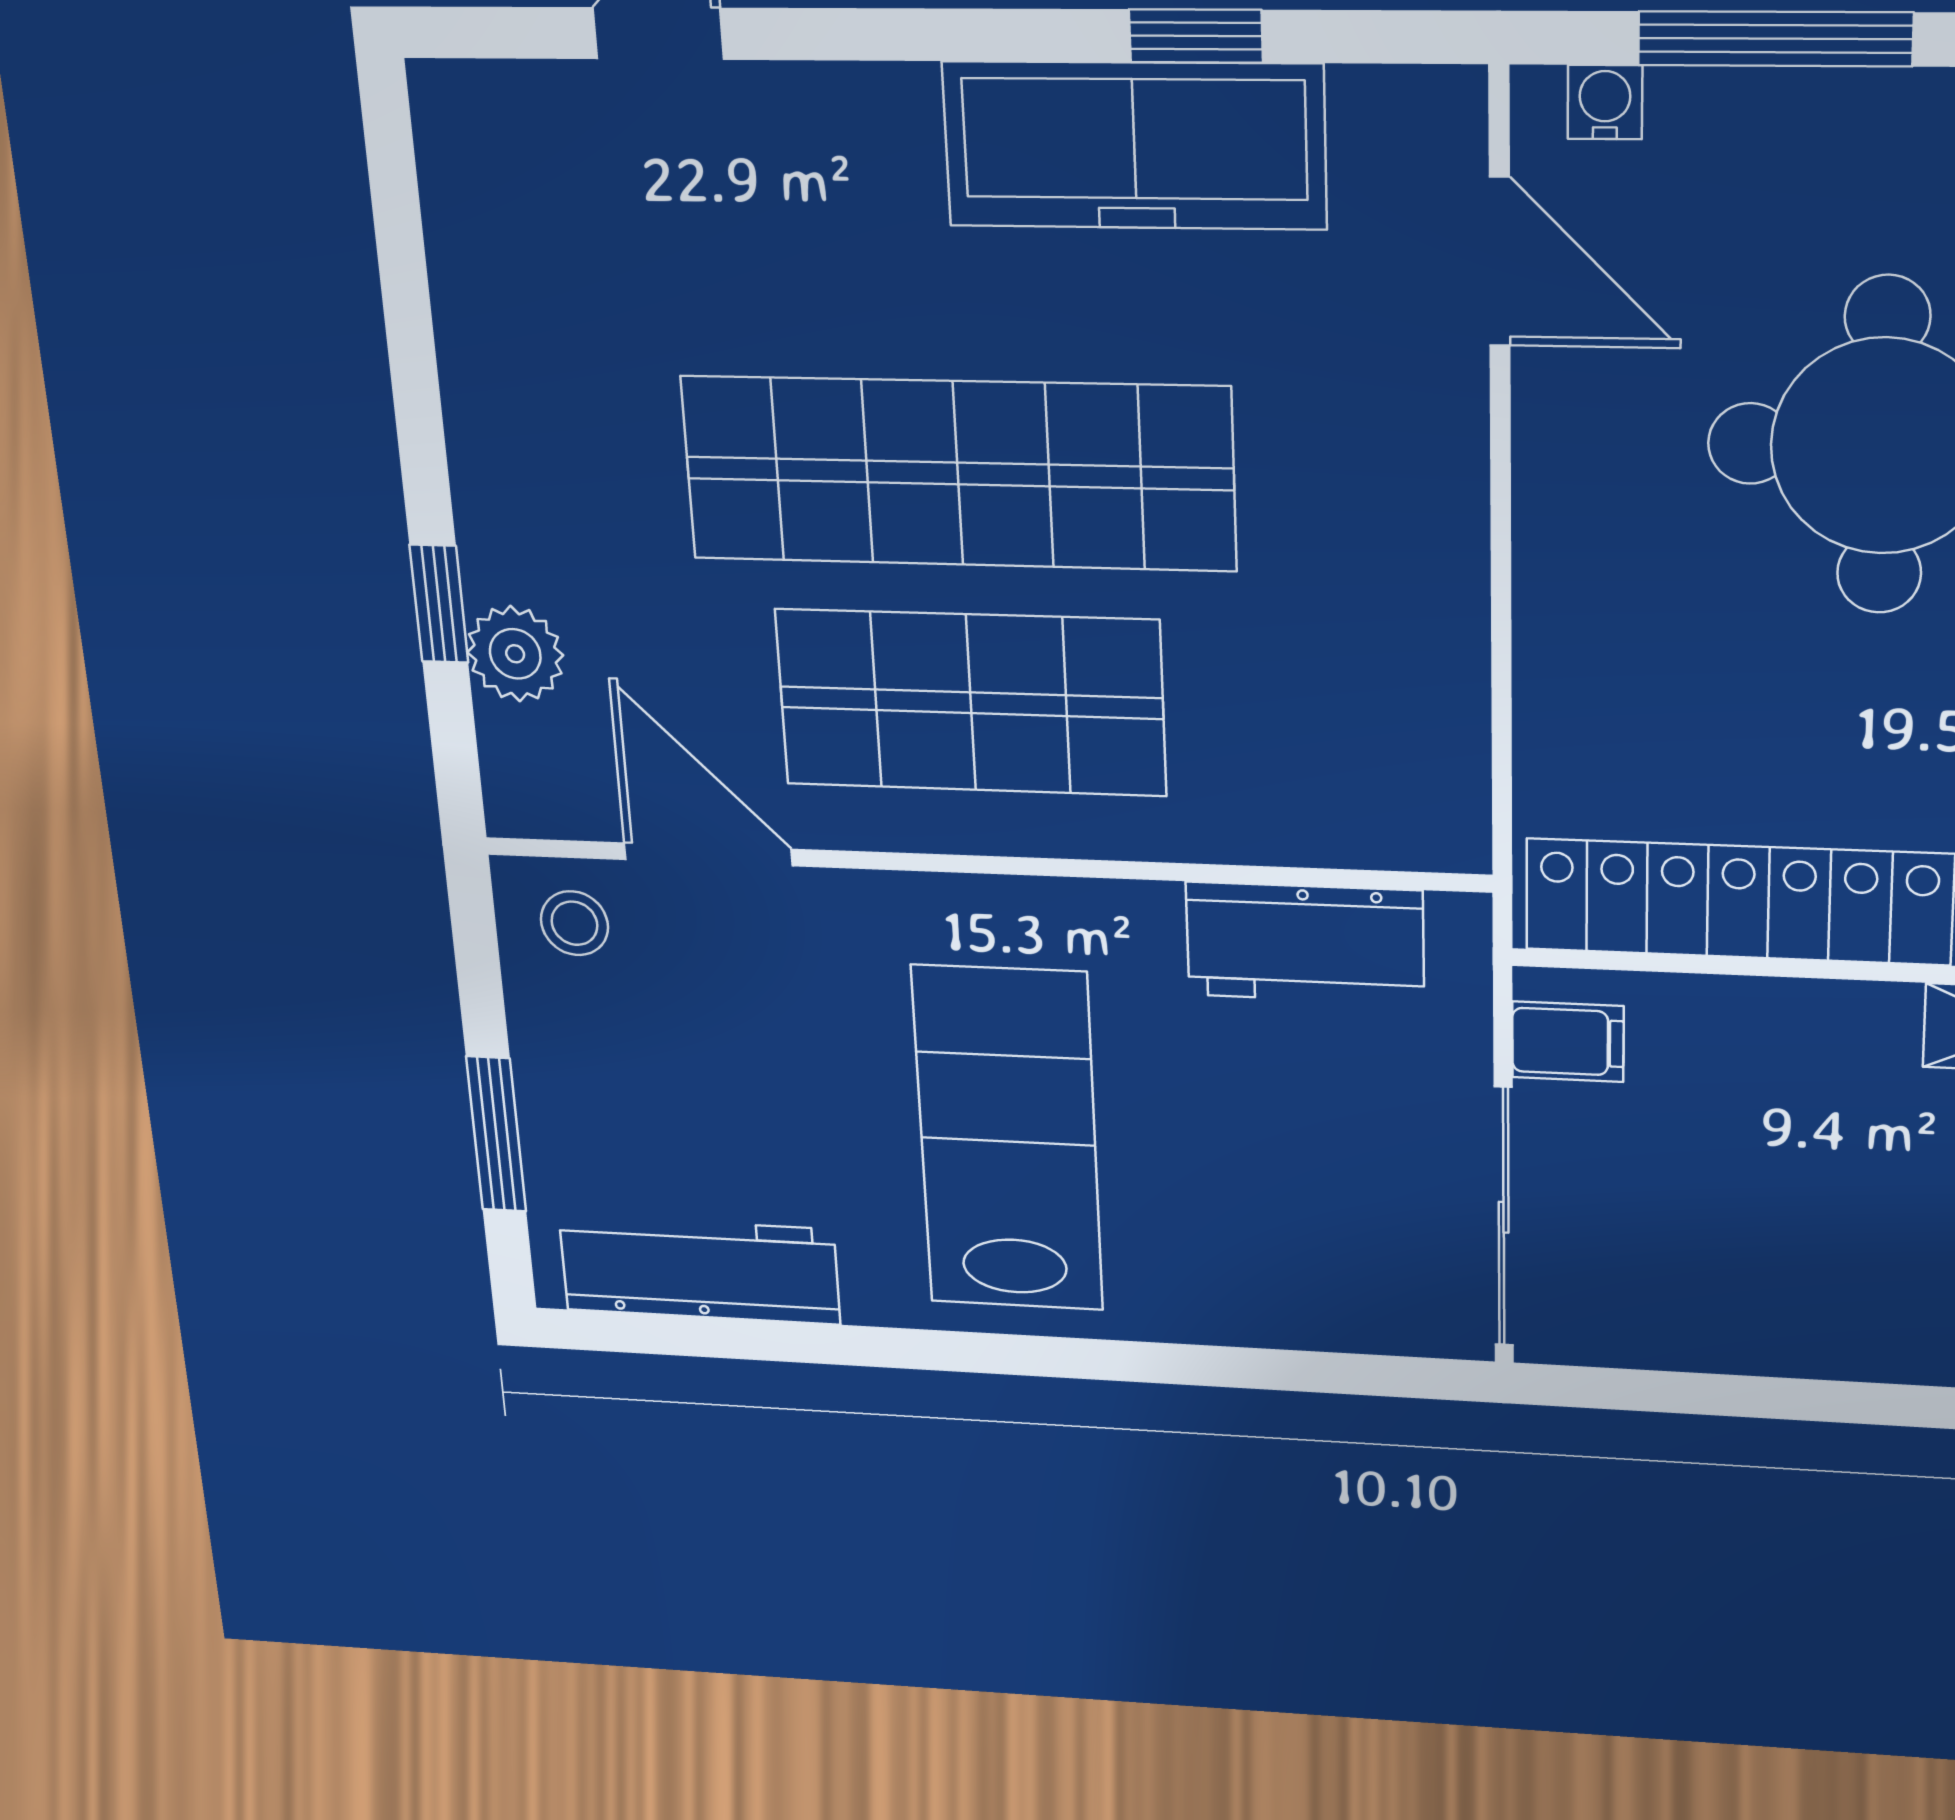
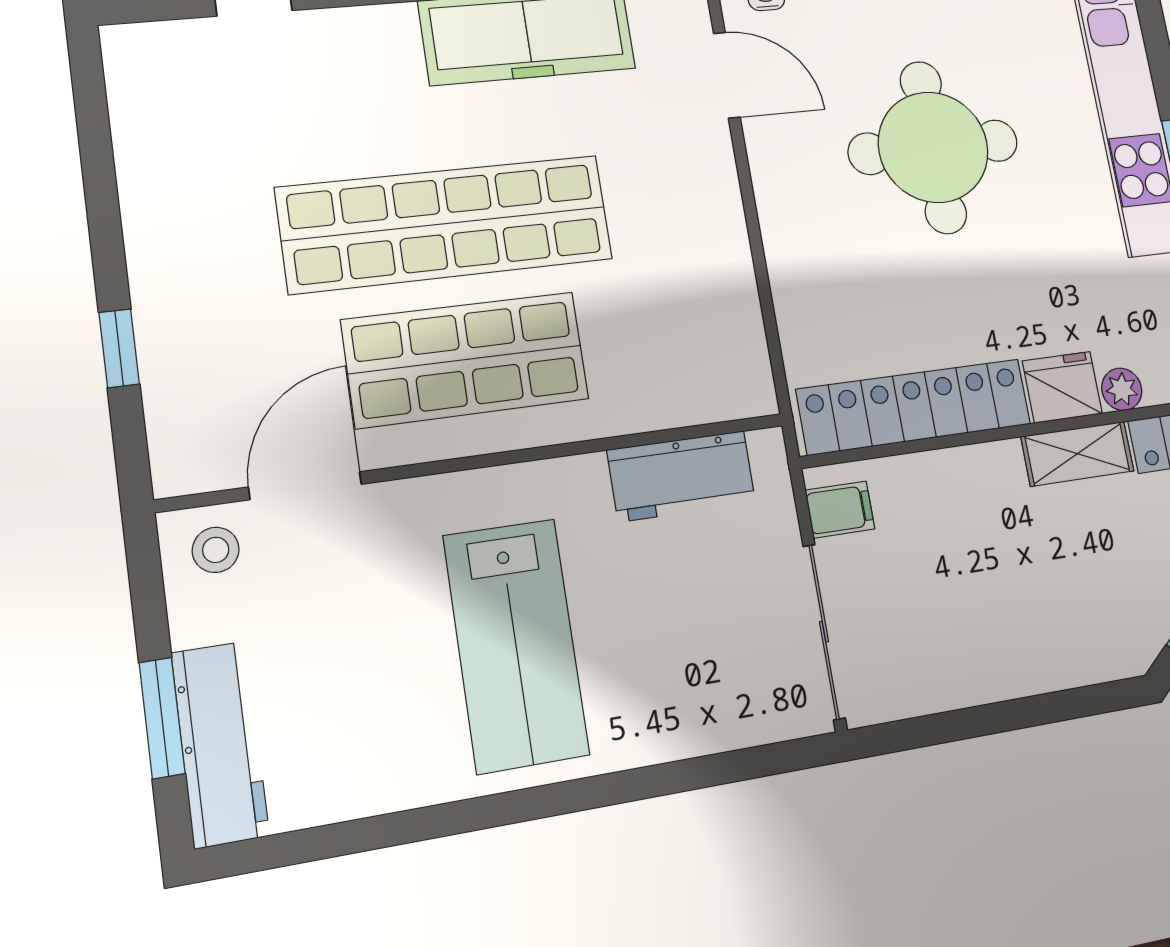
plant: (515, 654) -> (171, 373), removed
door: (708, 854) -> (305, 486), hinge flipped
lab bench: (1008, 1139) -> (516, 645), turned 180
workbench: (699, 1270) -> (220, 744), moved, turned 90

